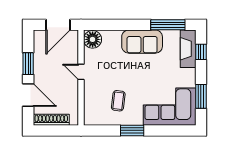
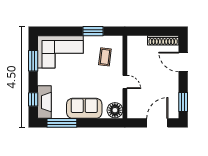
floor lamp: (93, 39) -> (115, 110), moved
window: (28, 64) -> (183, 102), moved
door: (81, 72) -> (125, 82), moved
wall: (81, 78) -> (125, 77), moved

